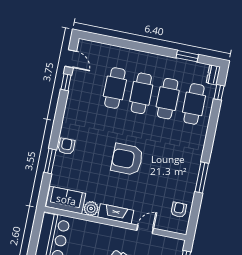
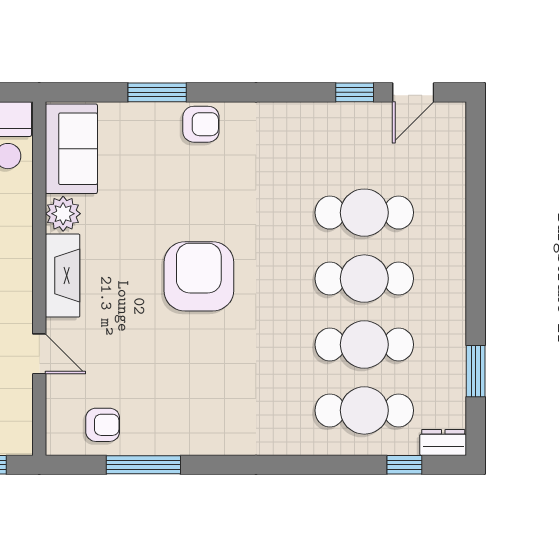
window: (202, 178) -> (143, 465), moved

